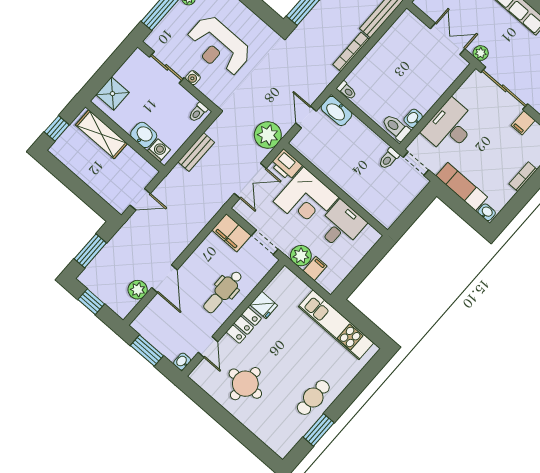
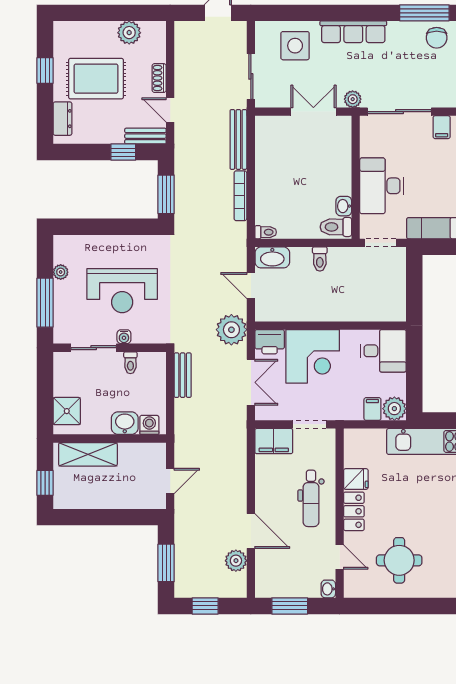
toilet: (198, 112) -> (130, 363), moved
bench: (196, 152) -> (183, 375), moved
toilet: (389, 159) -> (320, 259), moved
desk: (341, 225) -> (383, 351), moved, turned 90
plant: (301, 256) -> (394, 409), moved

